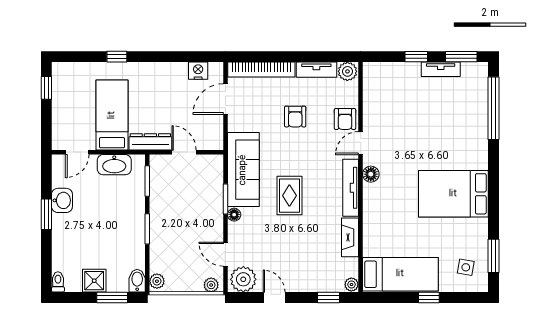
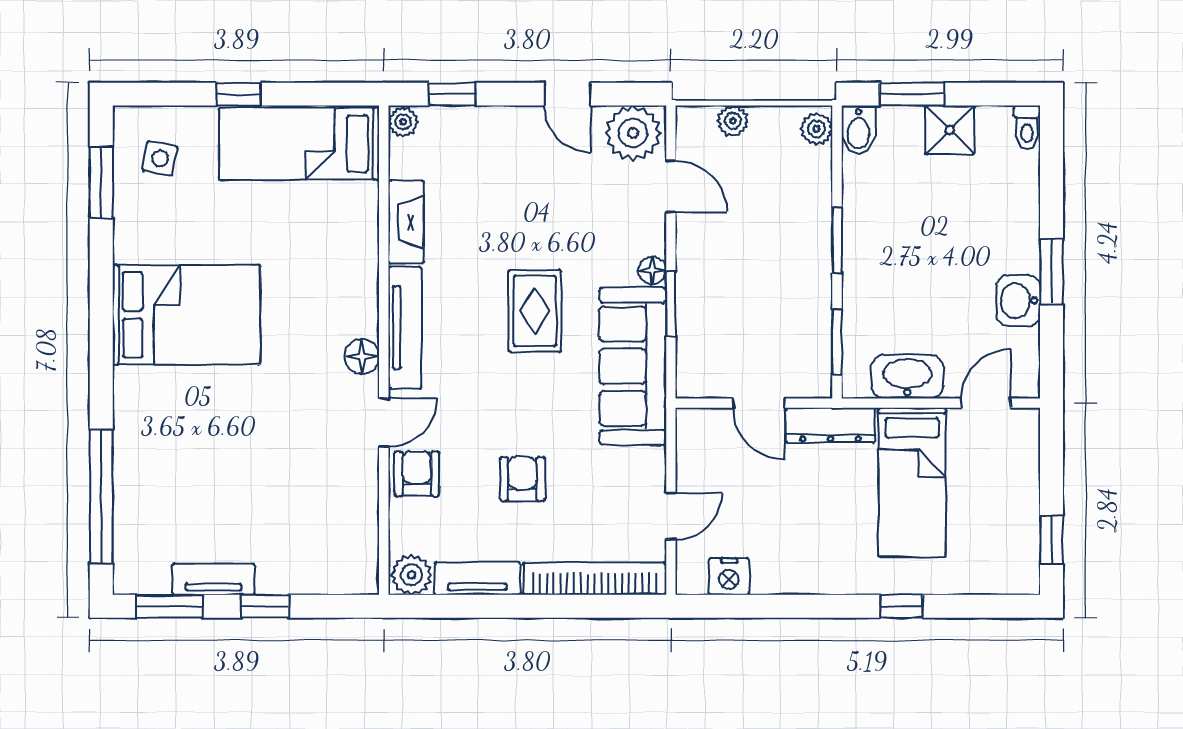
door: (225, 99) -> (671, 516), width x0.73
plant: (211, 285) -> (733, 121), moved

